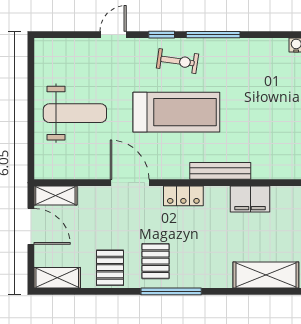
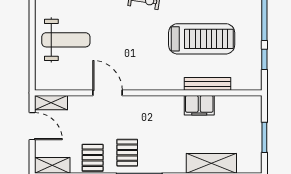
treadmill: (176, 112) -> (202, 39), moved
bench: (220, 171) -> (207, 84), moved
locker: (183, 196) -> (148, 103), removed

